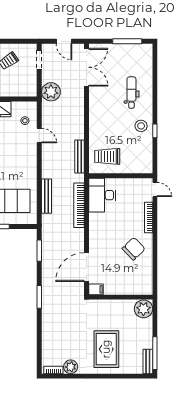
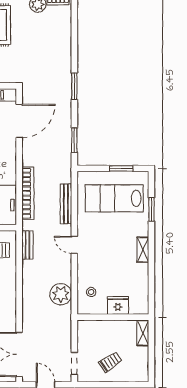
plant: (51, 92) -> (61, 294), moved
door: (39, 136) -> (74, 245), moved
bench: (79, 156) -> (27, 245), width x0.73

